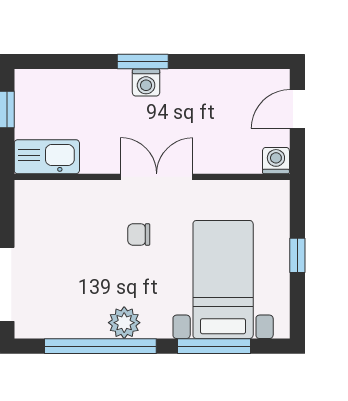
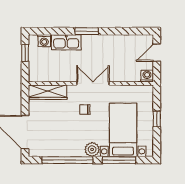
washing machine: (146, 83) -> (44, 41), moved
kitchen sink: (47, 157) -> (66, 42), moved, turned 180
wardrobe: (57, 196) -> (48, 92), added
plant: (124, 323) -> (92, 149), moved

